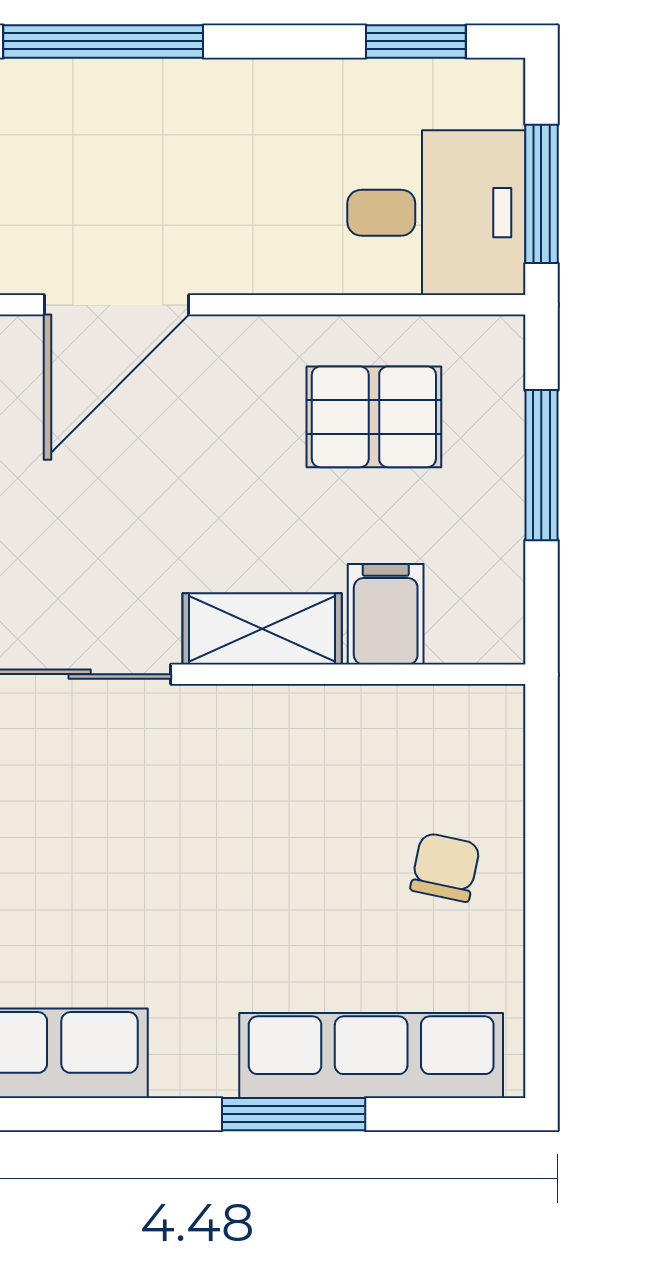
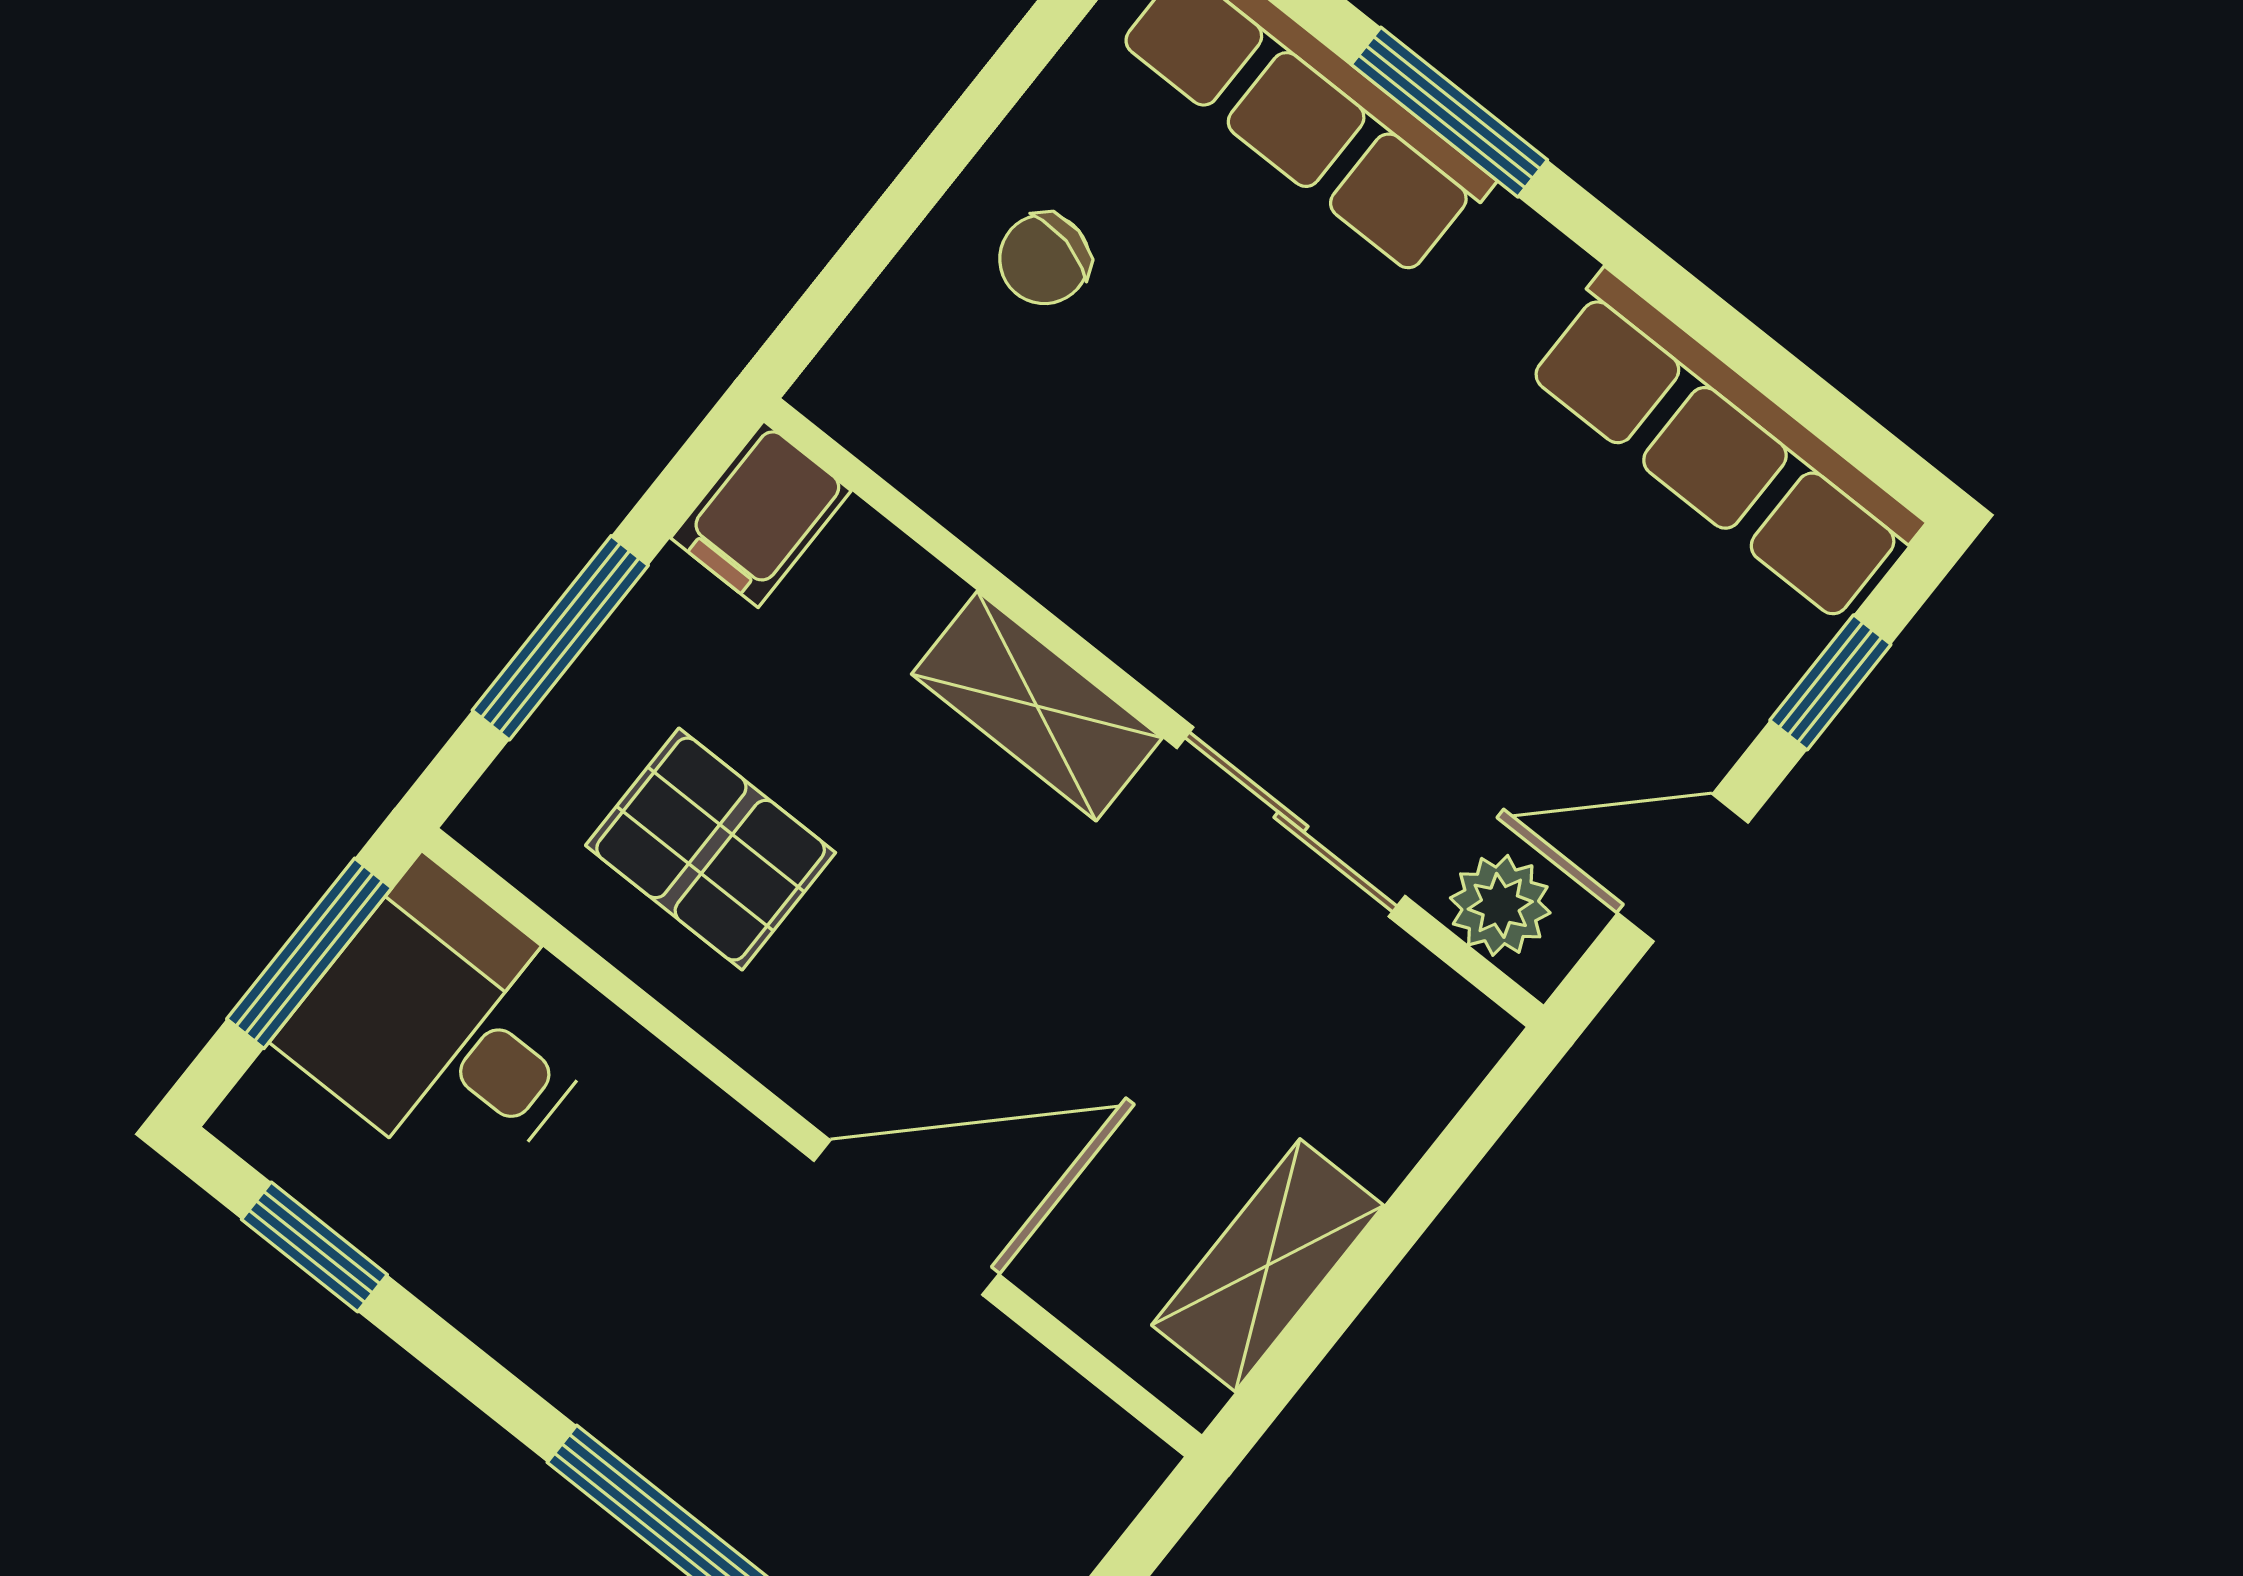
filing cabinet: (386, 614) -> (761, 514), moved

